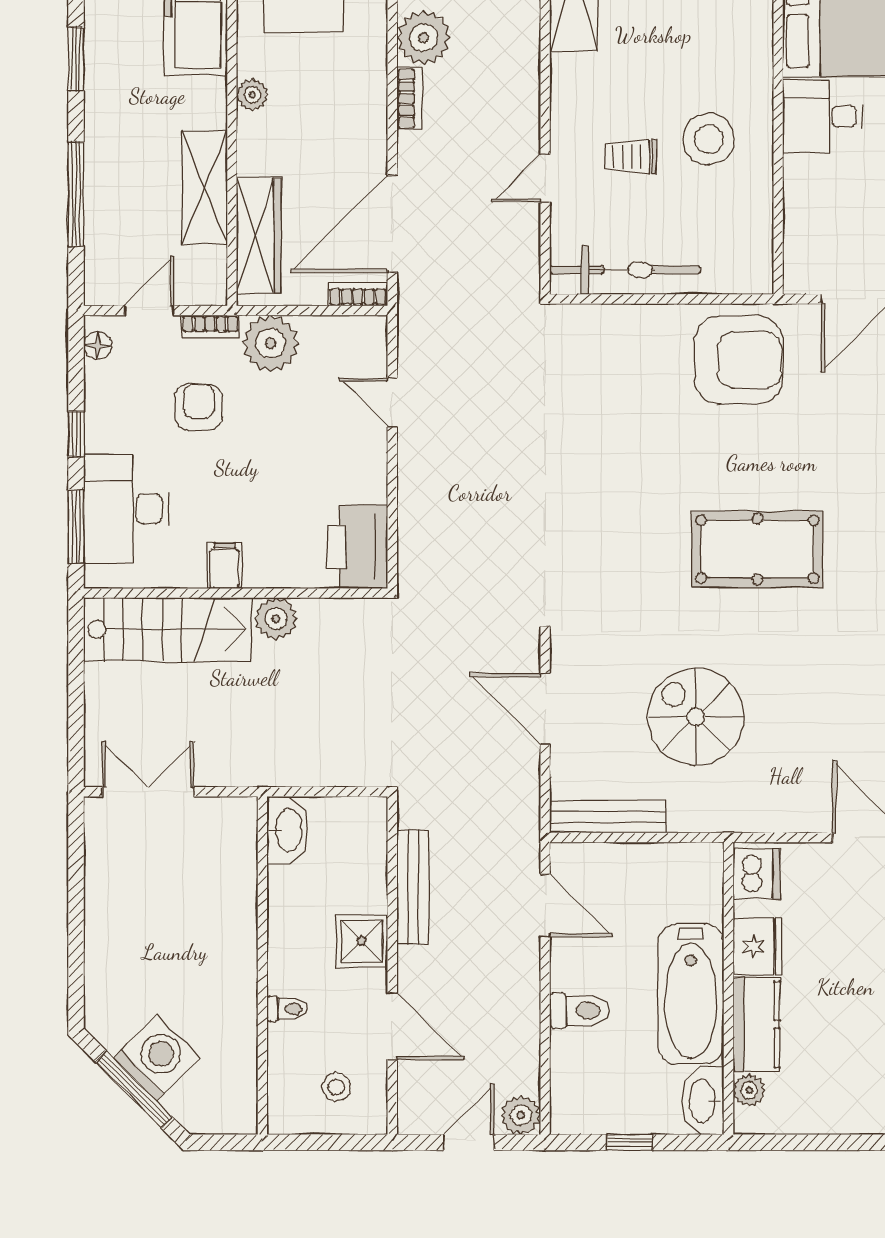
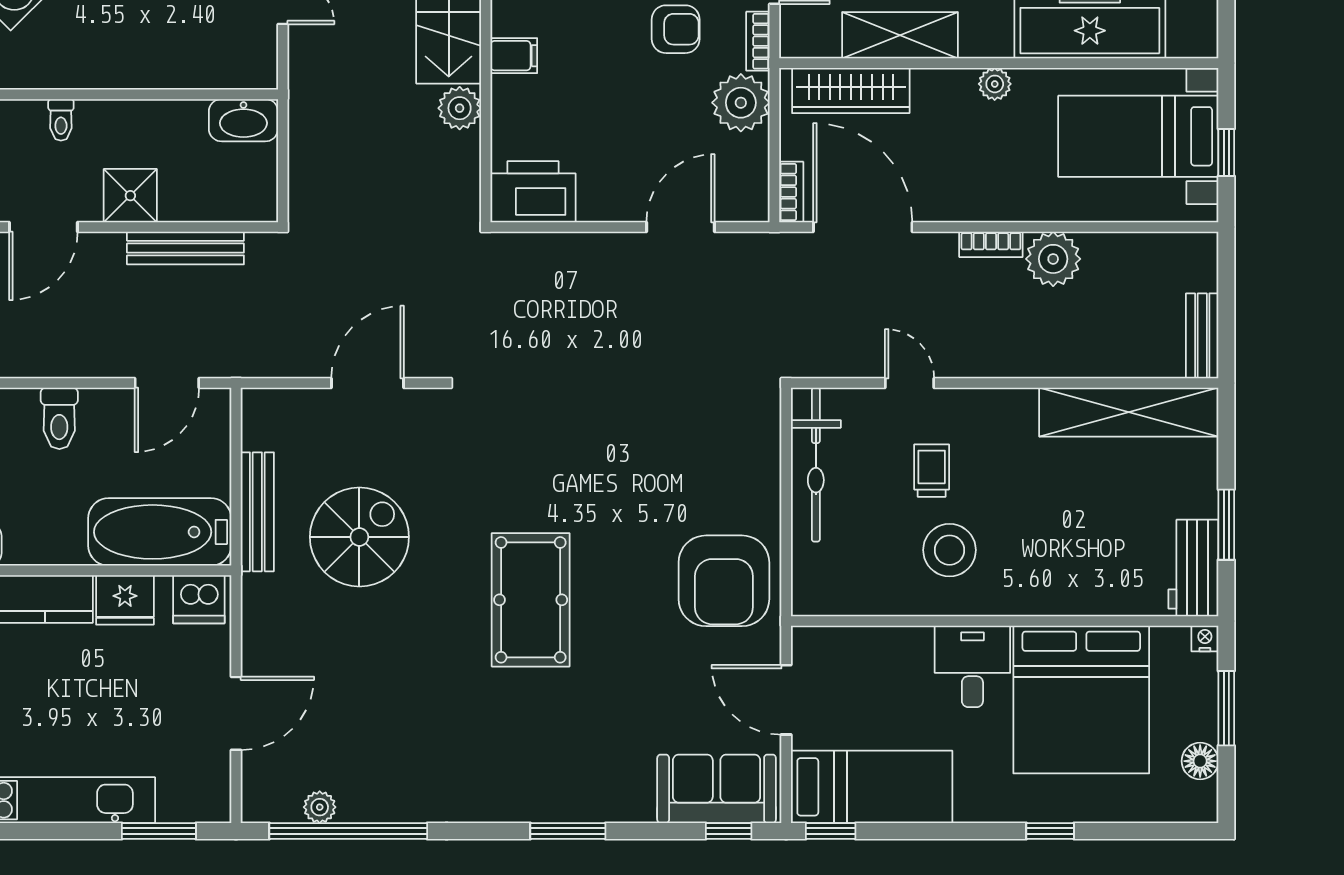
door: (392, 402) -> (680, 227), width x1.38
bench: (608, 817) -> (257, 512), moved
bathtub: (691, 994) -> (160, 532), moved

